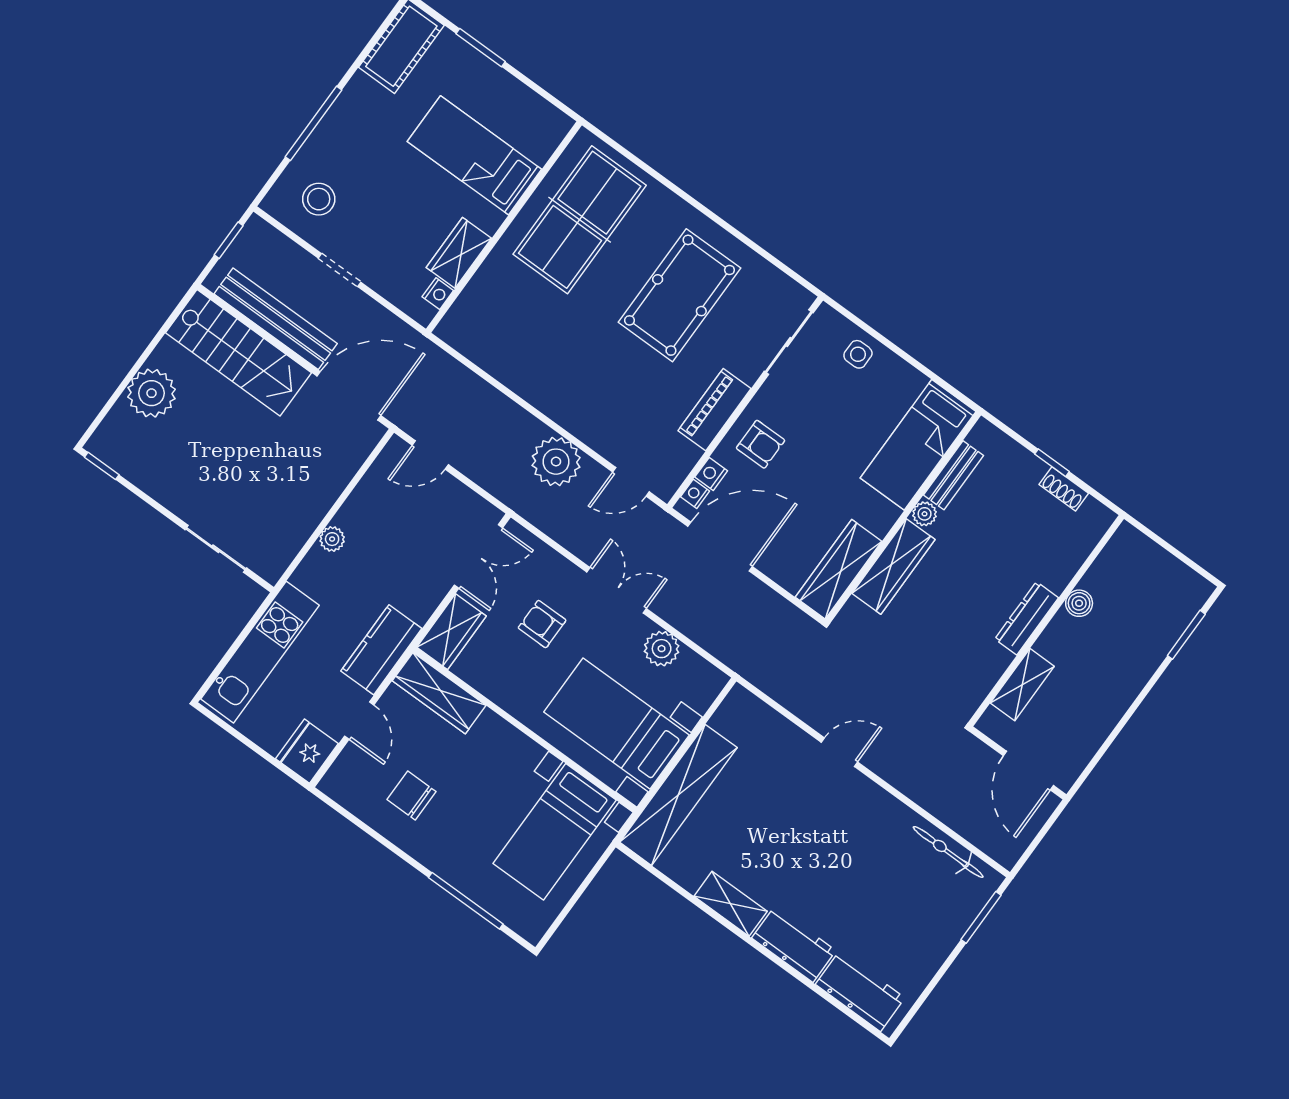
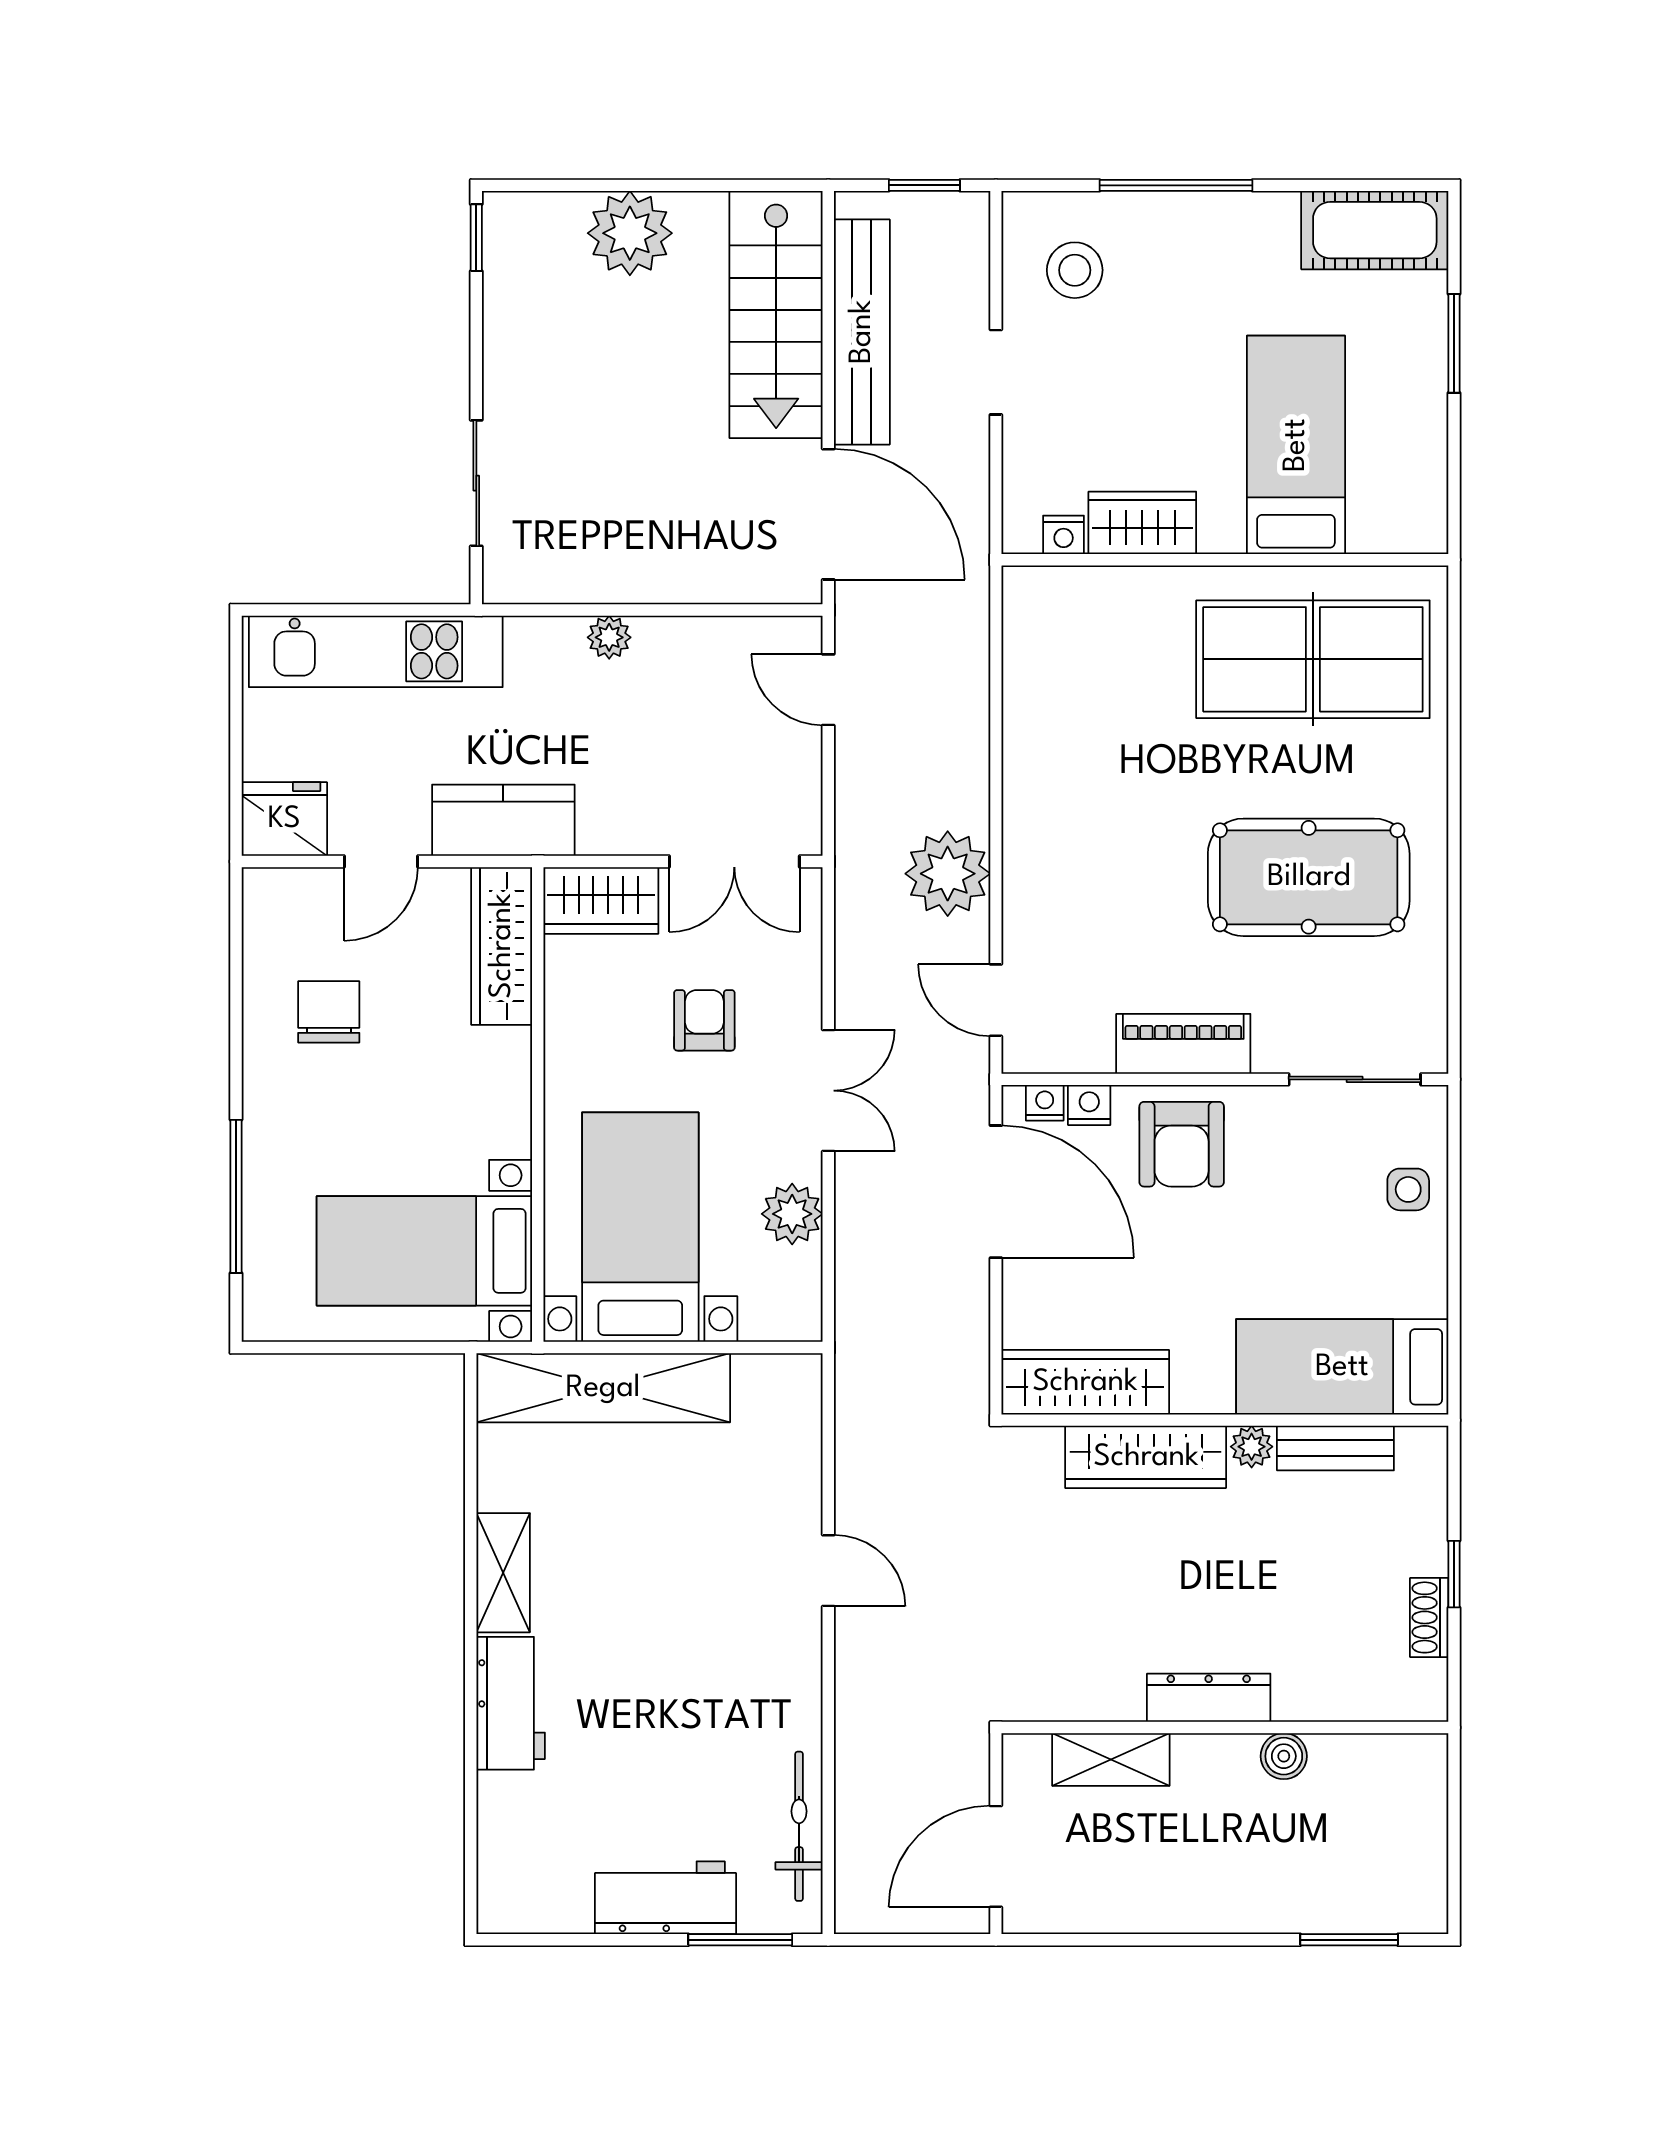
armchair: (761, 444) -> (1182, 1144), width x1.38, depth x1.38
workbench: (860, 991) -> (666, 1898), moved, turned -90

